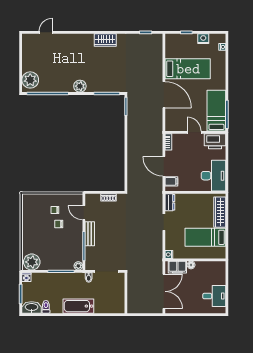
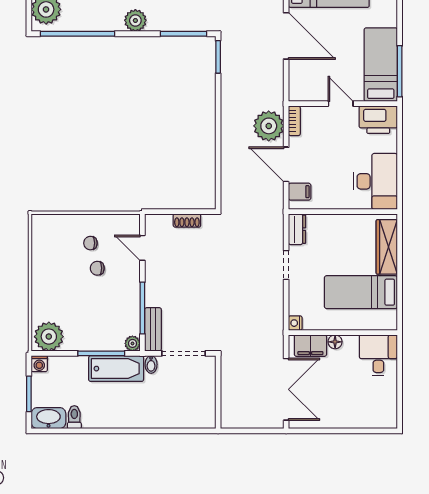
plant: (154, 145) -> (269, 126), added
bench: (90, 234) -> (153, 329), moved
desk: (214, 296) -> (378, 355), moved, turned -90
bathtub: (78, 306) -> (116, 369), moved, turned 180

